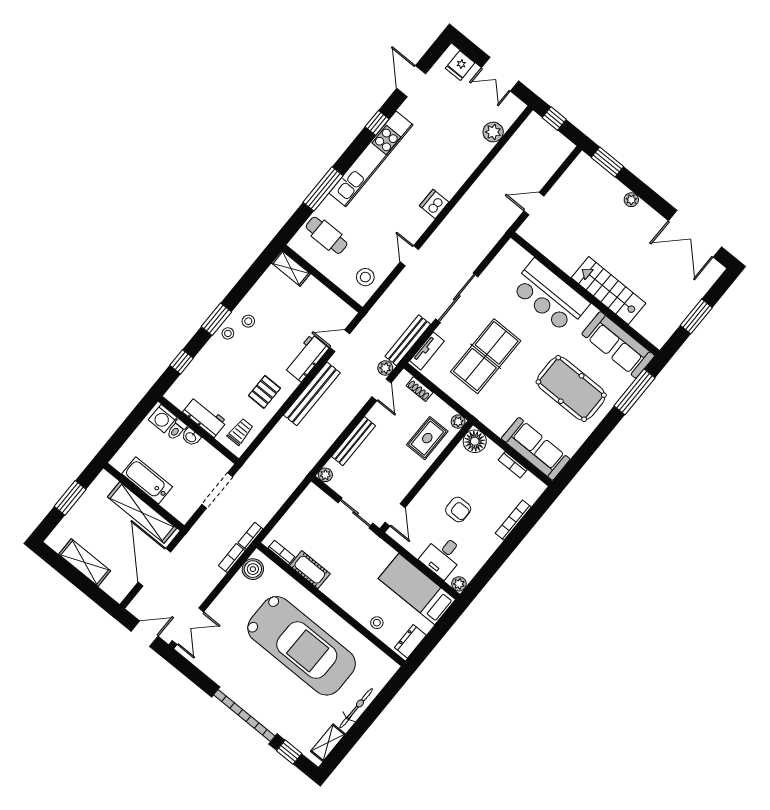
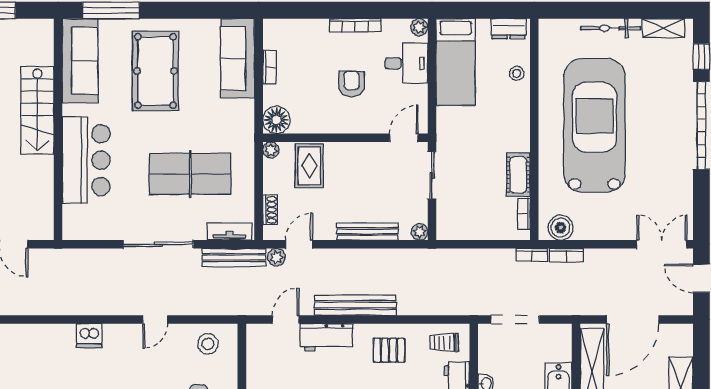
door: (340, 341) -> (286, 319), swing flipped
rug: (427, 438) -> (309, 166), turned 90
bookcase: (513, 520) -> (355, 25), moved

